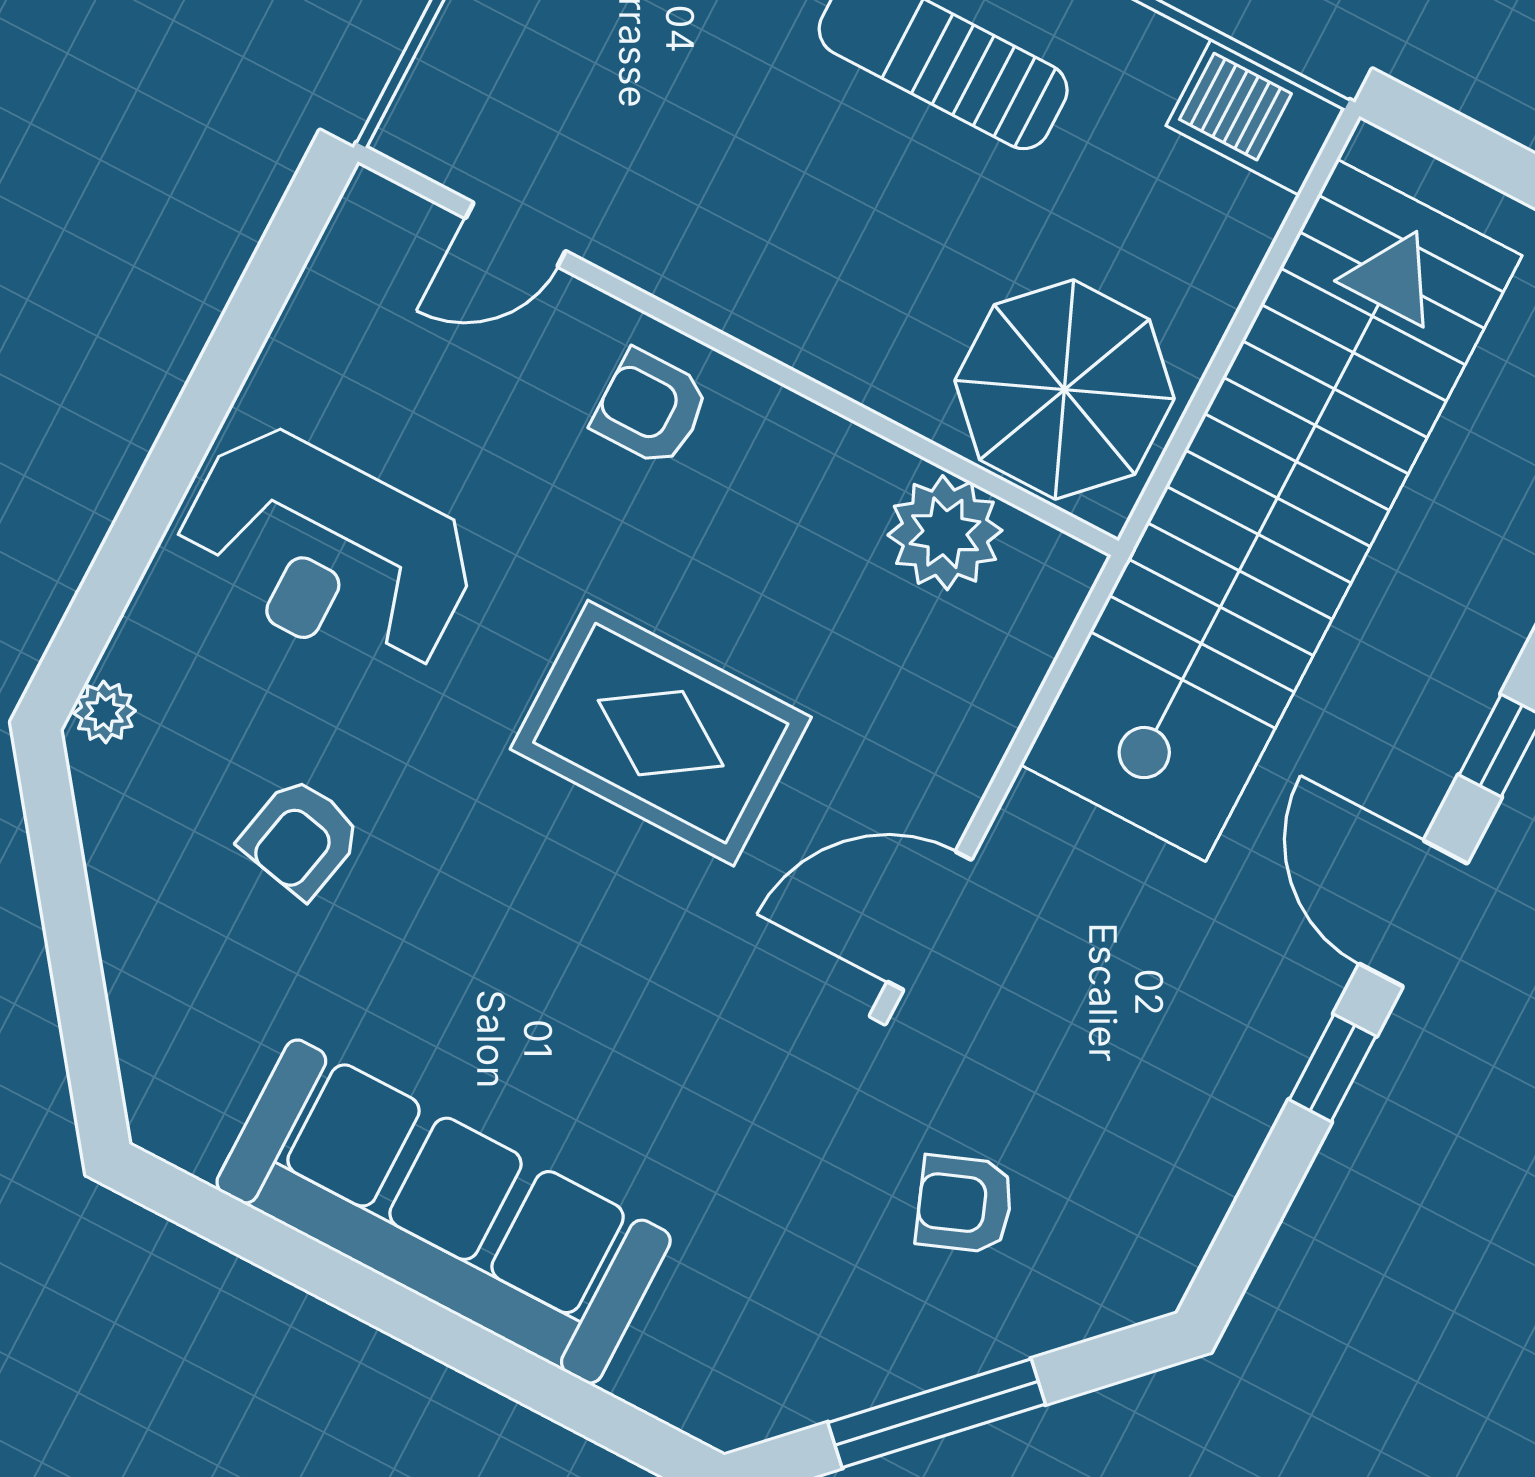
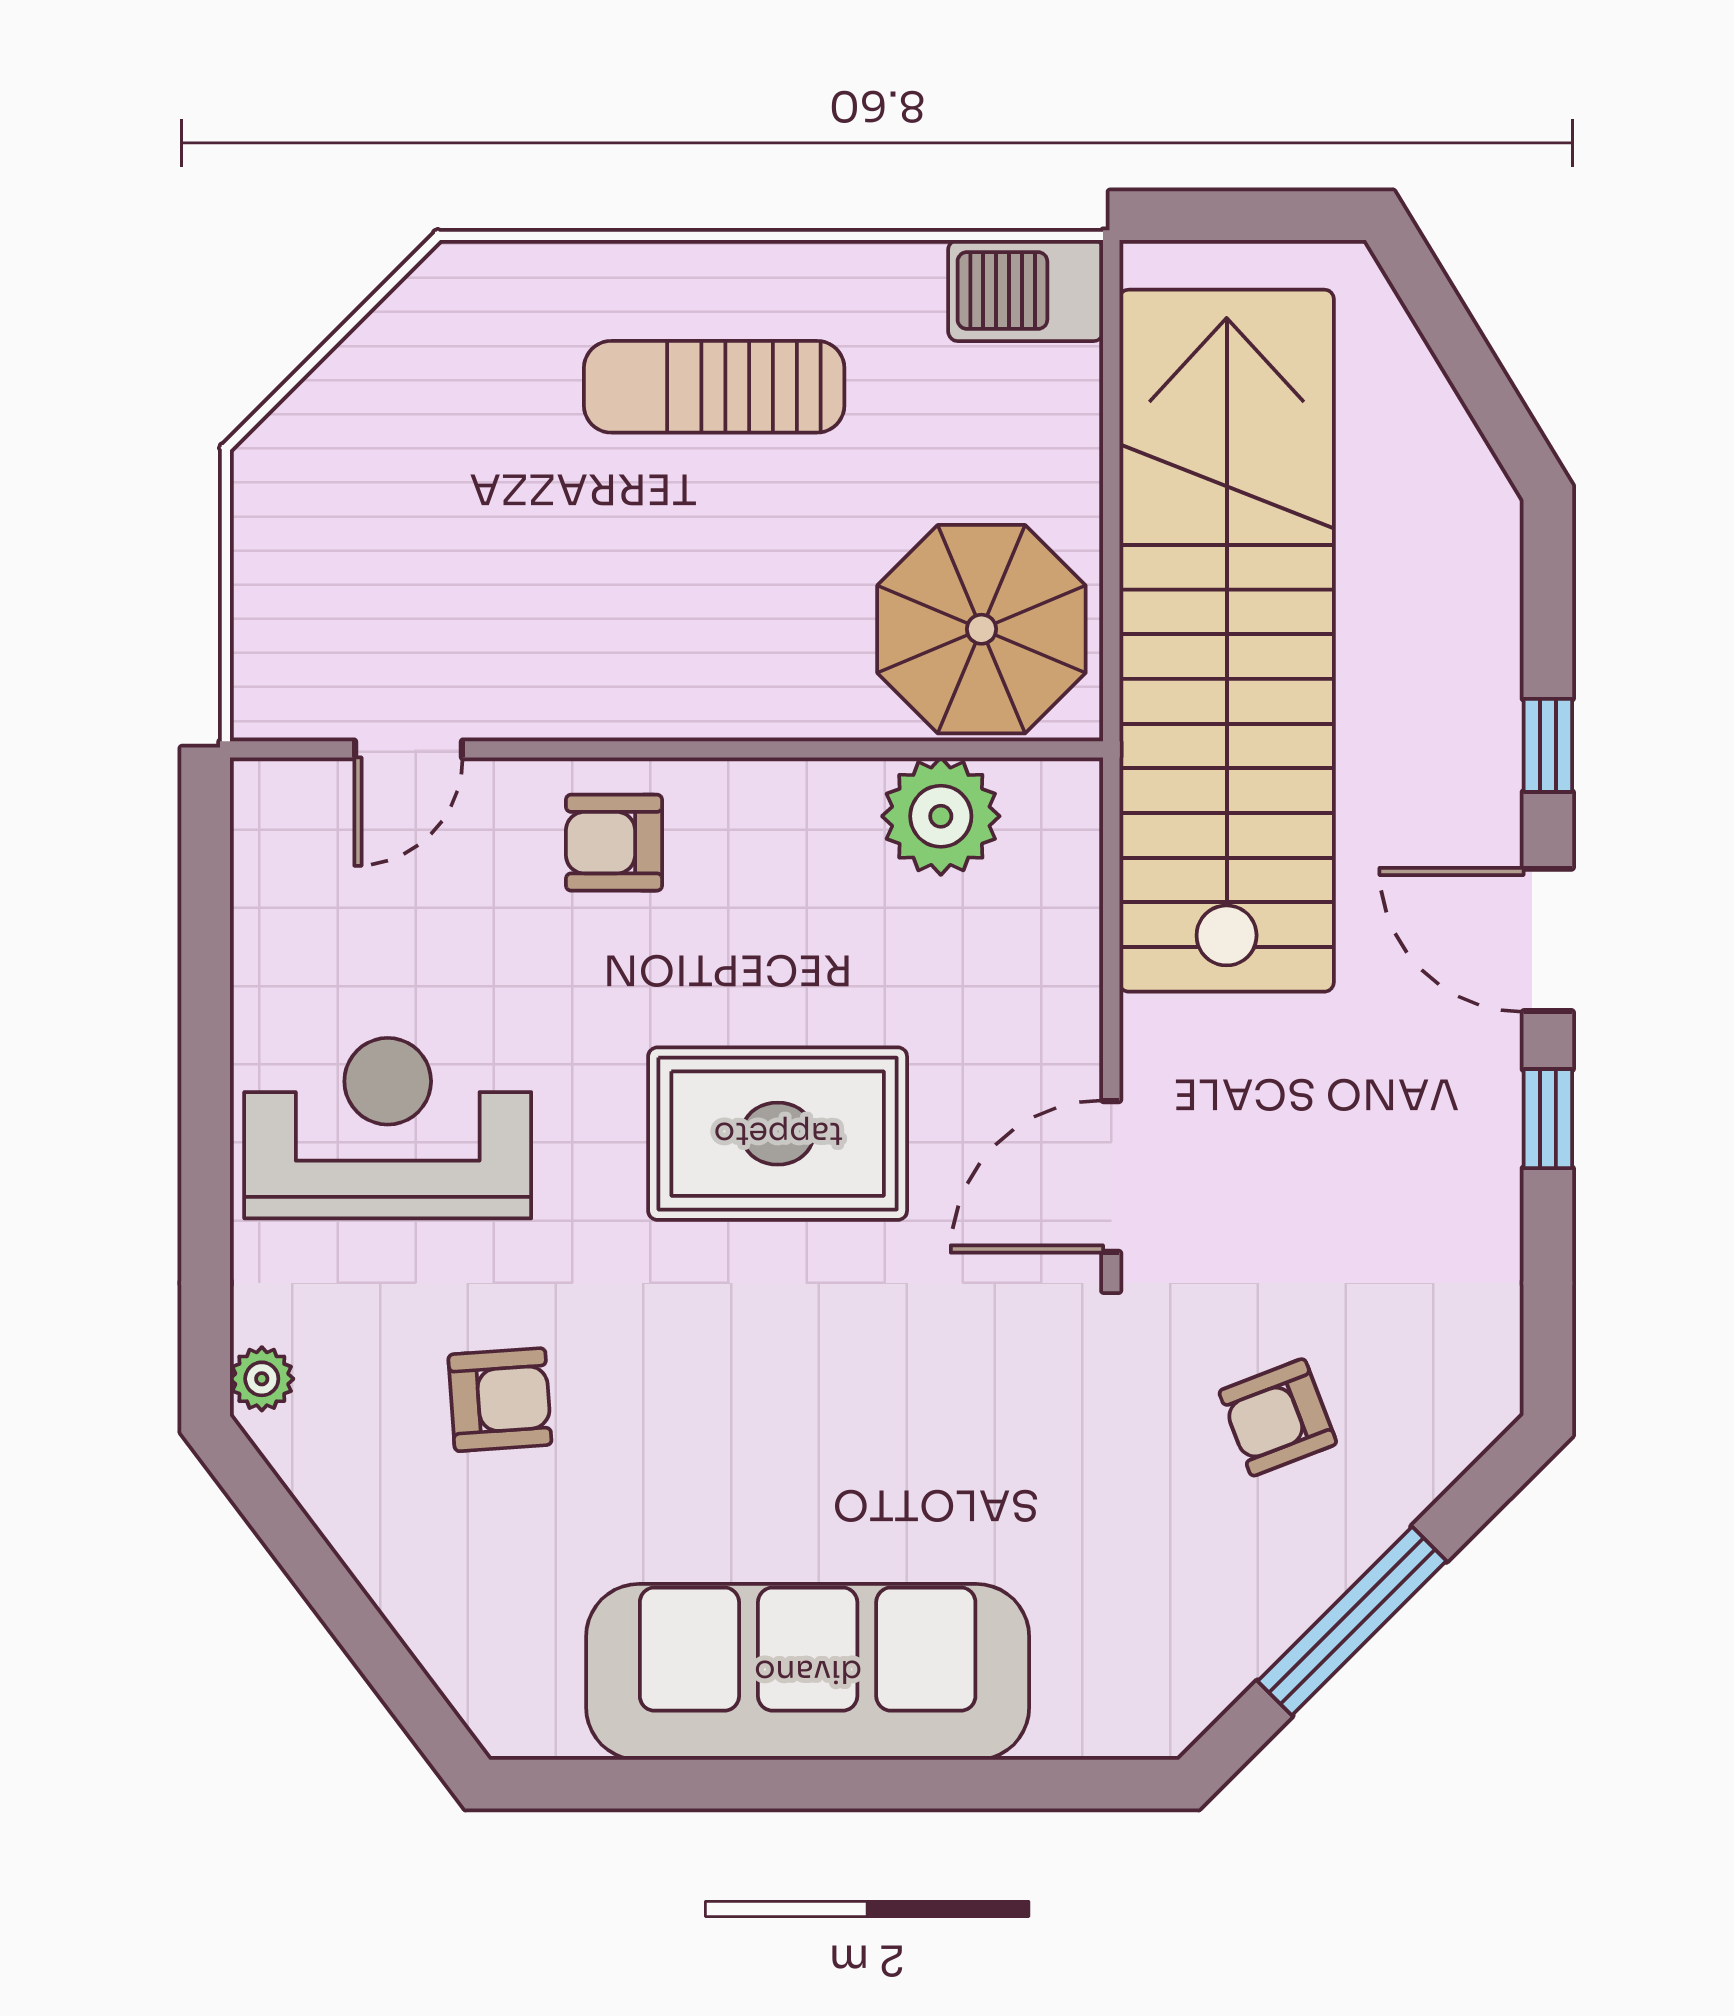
reception desk: (326, 552) -> (388, 1128), turned 180
armchair: (301, 838) -> (500, 1400), turned -106

